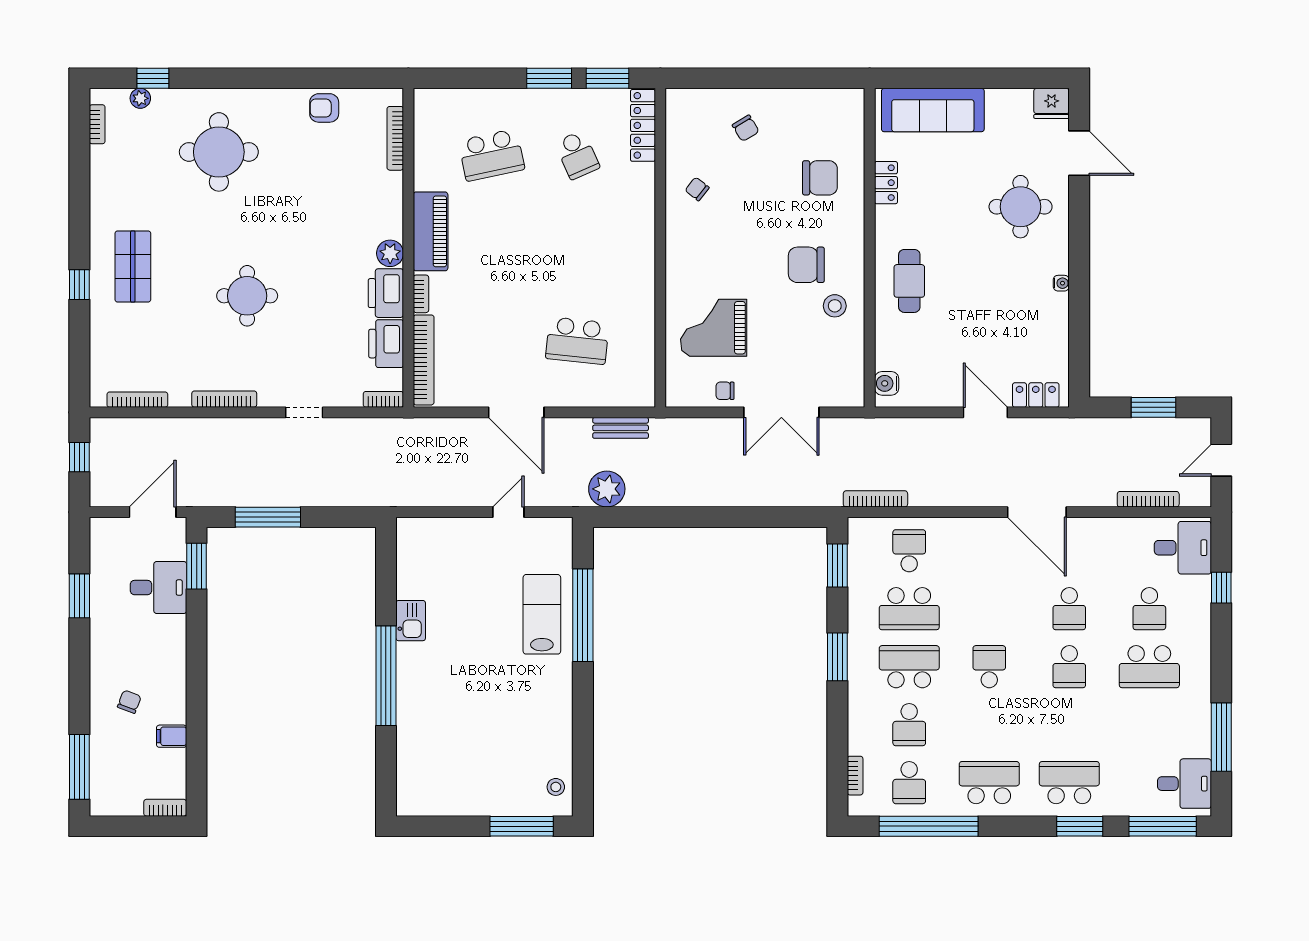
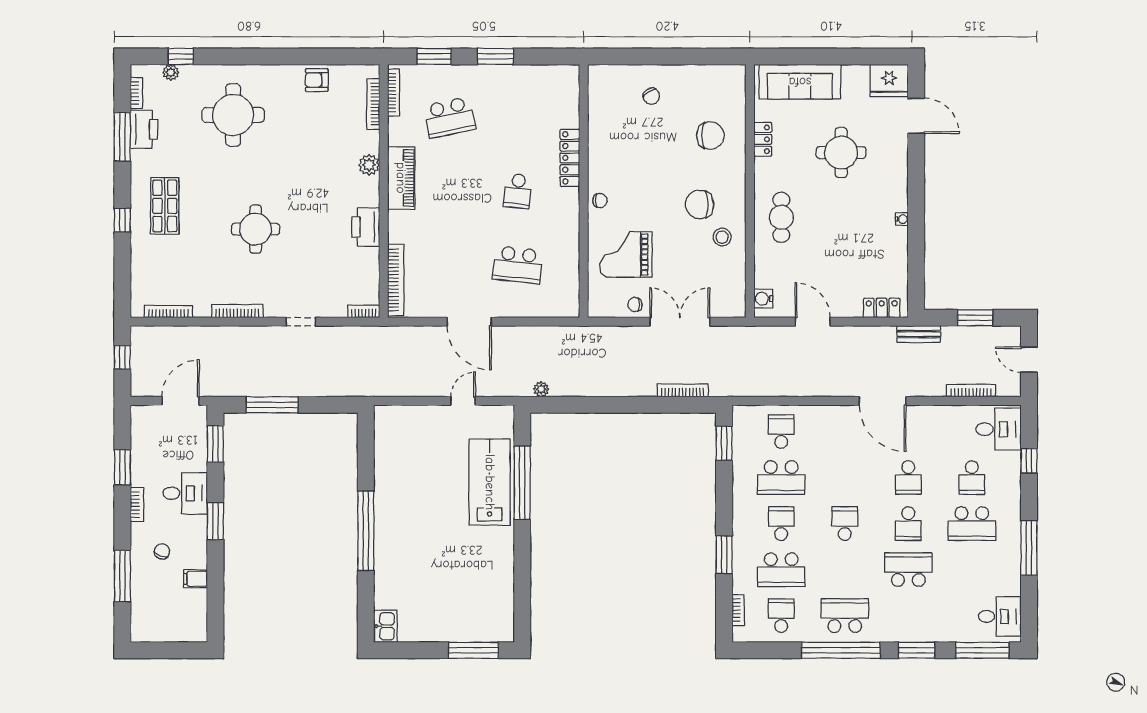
window: (607, 78) -> (434, 56), moved
fridge: (1052, 103) -> (889, 80), width x1.36, depth x1.34
locker: (643, 125) -> (570, 158), moved
school desk: (577, 155) -> (518, 191), moved, turned 30
window: (79, 179) -> (122, 137), added
chair: (697, 189) -> (600, 201), moved, turned 142
round table: (1021, 207) -> (841, 153), moved
plant: (390, 253) -> (369, 165), moved
bookcase: (421, 294) -> (394, 93), moved, width x1.56
printer: (386, 344) -> (144, 129), moved, turned 180
double door: (781, 412) -> (680, 322), swing flipped
door: (985, 412) -> (813, 322), moved
bench: (621, 428) -> (919, 334), moved
door: (1221, 460) -> (1029, 360), hinge flipped
plant: (607, 489) -> (541, 389), width x0.53, depth x0.53
bookcase: (875, 499) -> (683, 390), moved
desk: (158, 588) -> (185, 493), moved
lab bench: (542, 614) -> (490, 482), width x1.36, depth x1.39
kitchen sink: (411, 621) -> (385, 626), moved
window: (837, 657) -> (724, 555), moved
window: (197, 664) -> (215, 521), added
school desk: (909, 667) -> (781, 524), width x0.54
school desk: (909, 725) -> (781, 570), width x1.85
window: (1221, 737) -> (1029, 548), moved
window: (79, 767) -> (122, 576), moved
school desk: (909, 783) -> (781, 616), turned 180
school desk: (1069, 783) -> (908, 570), moved
stool: (556, 787) -> (501, 619), removed
bookcase: (165, 808) -> (137, 505), moved, turned 90
window: (929, 826) -> (841, 650), moved

